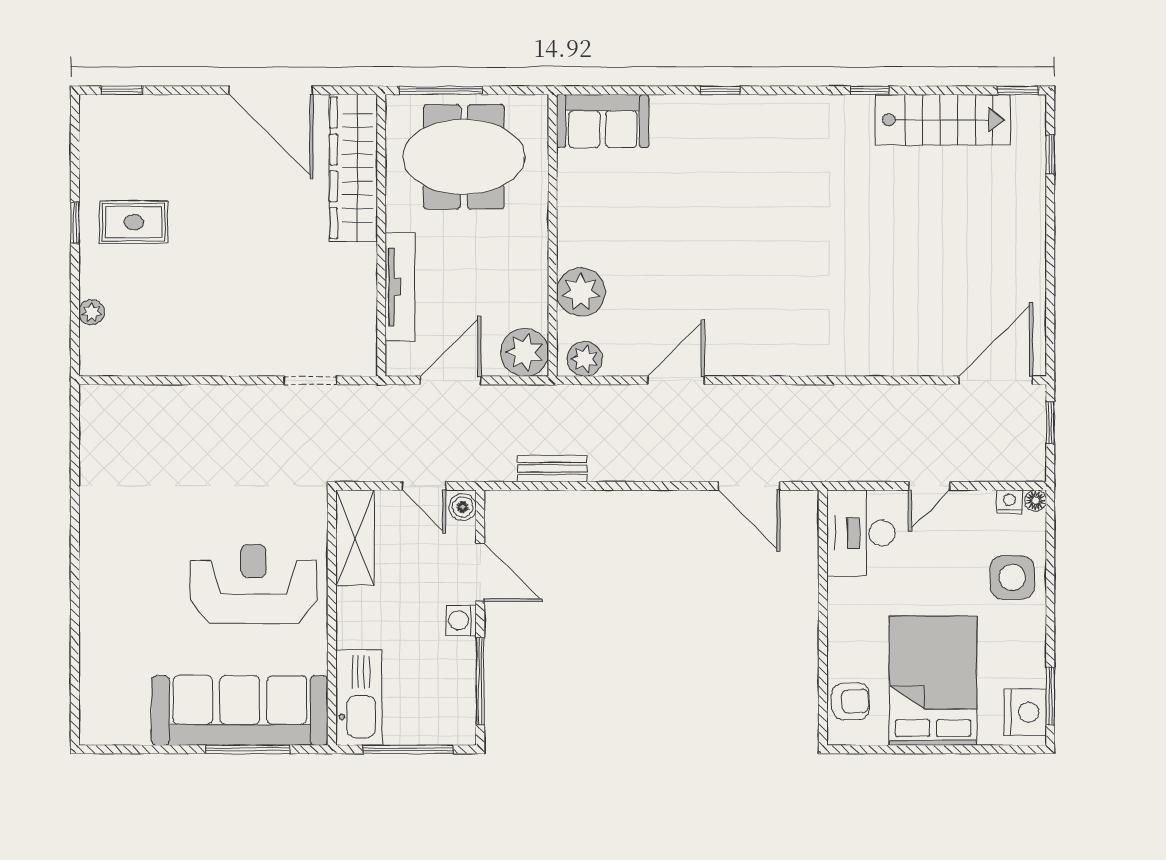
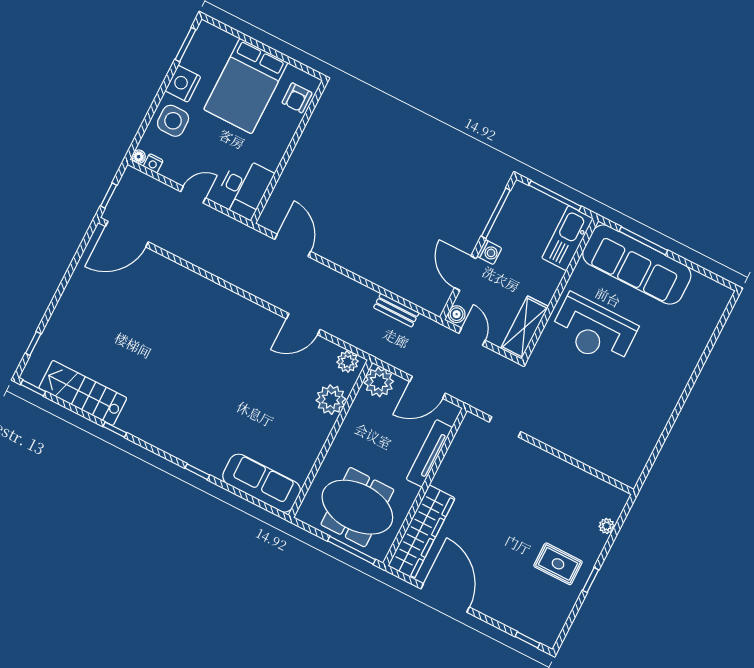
sofa: (603, 121) -> (262, 483), width x1.36
armchair: (851, 701) -> (297, 98), turned -87
nightstand: (1025, 712) -> (183, 84), moved

